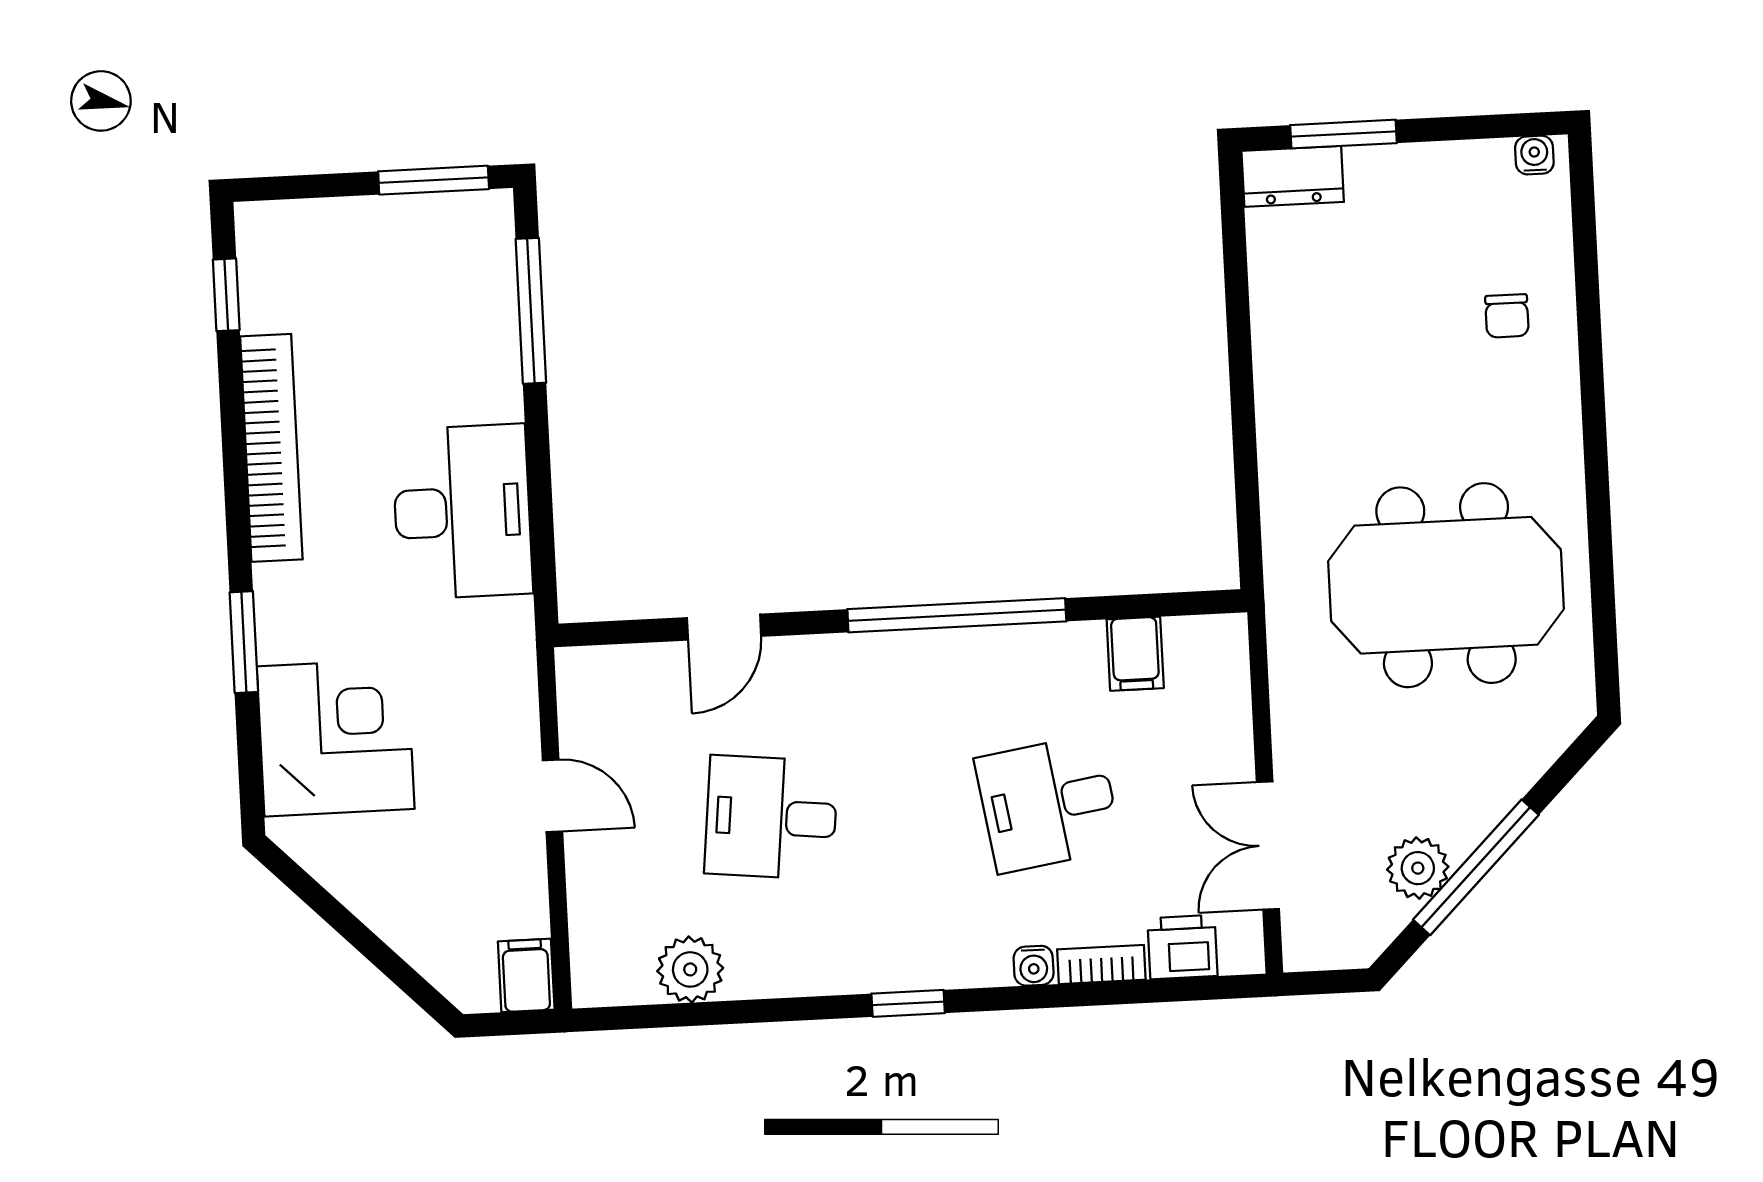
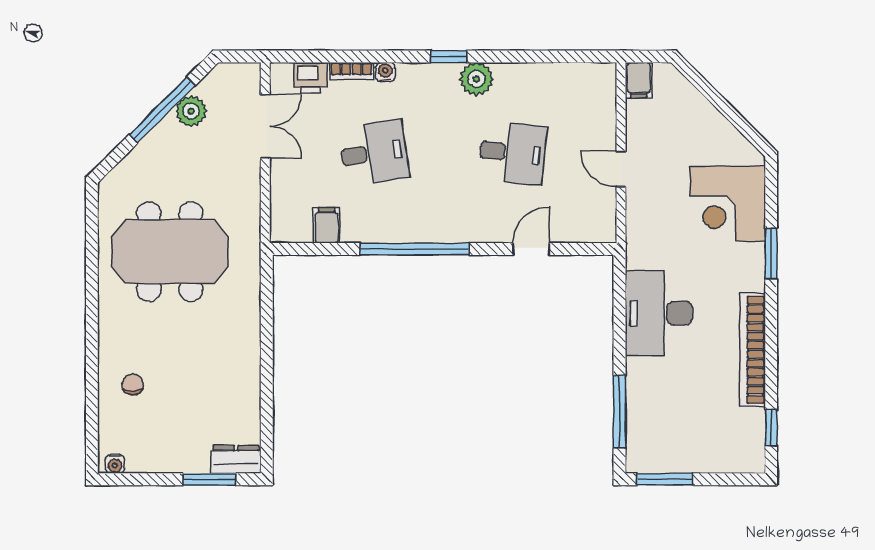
plant: (690, 969) -> (476, 79), moved

